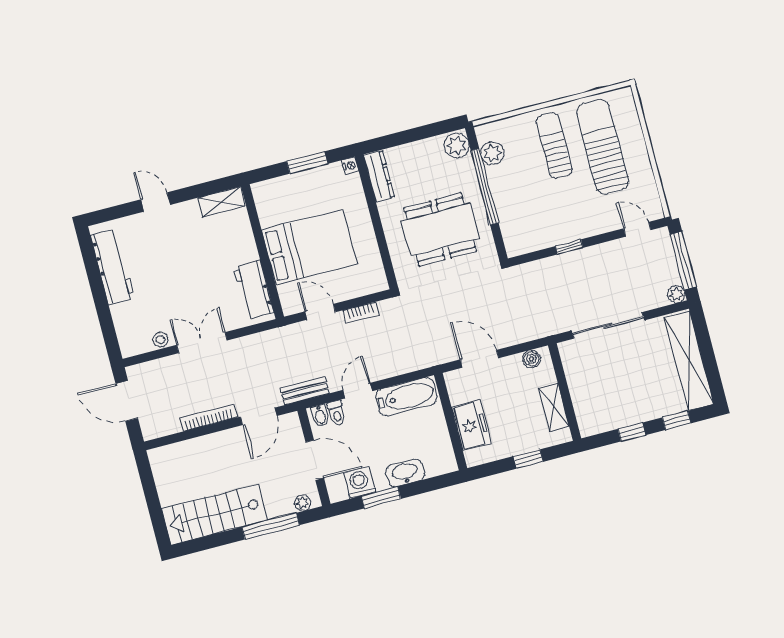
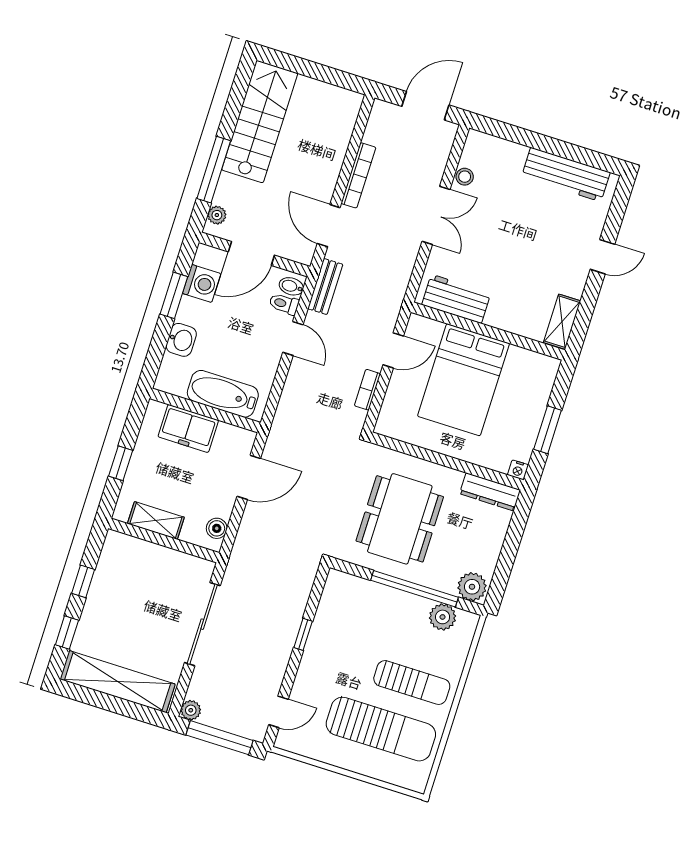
bathtub: (406, 397) -> (223, 394), moved, turned 90
washbasin: (405, 473) -> (181, 340), width x0.72

